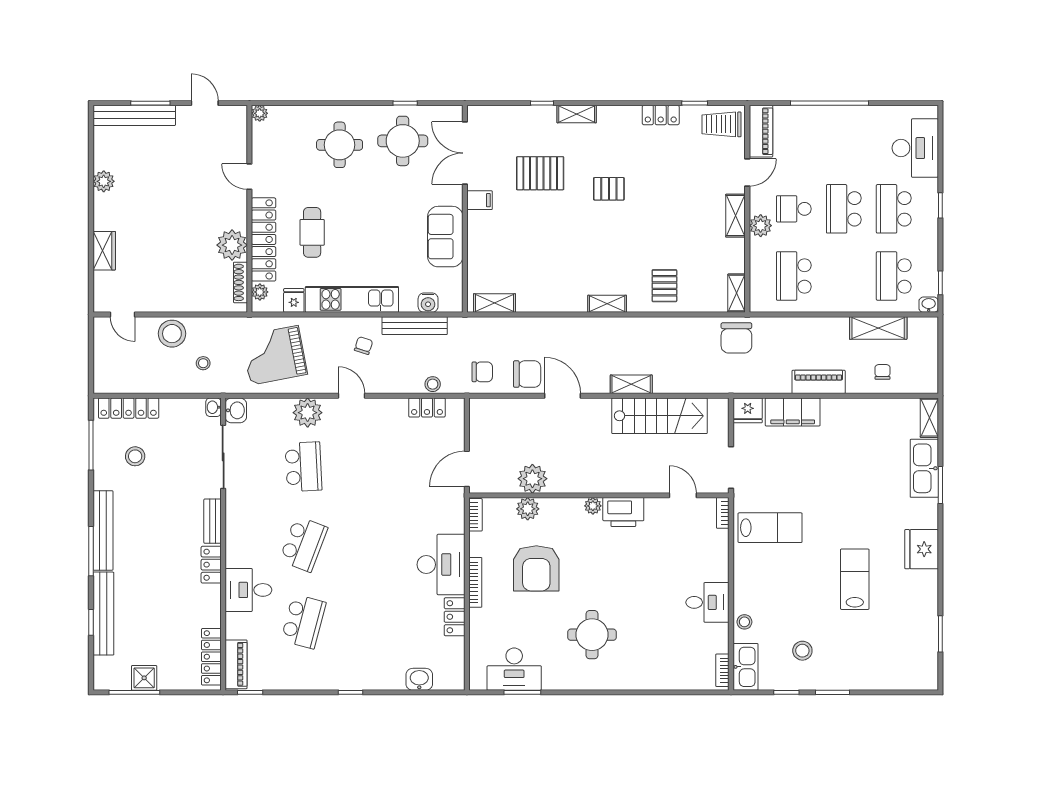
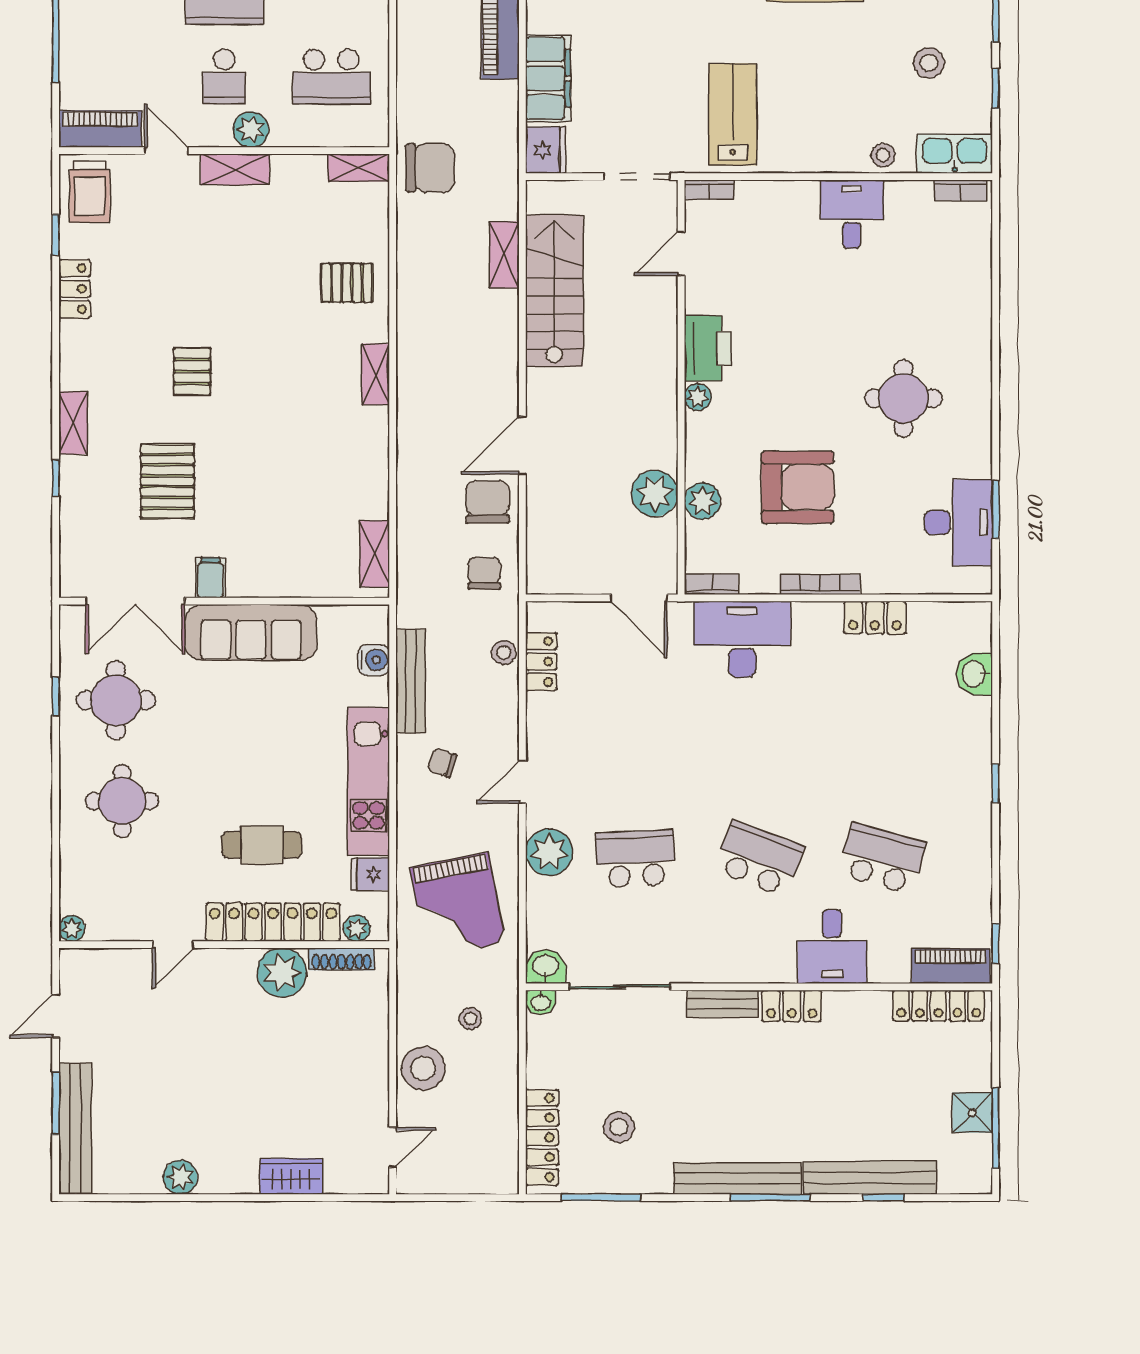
sofa: (445, 237) -> (251, 632), width x1.36
shelving: (631, 384) -> (504, 255), moved
desk: (441, 565) -> (742, 639), moved

